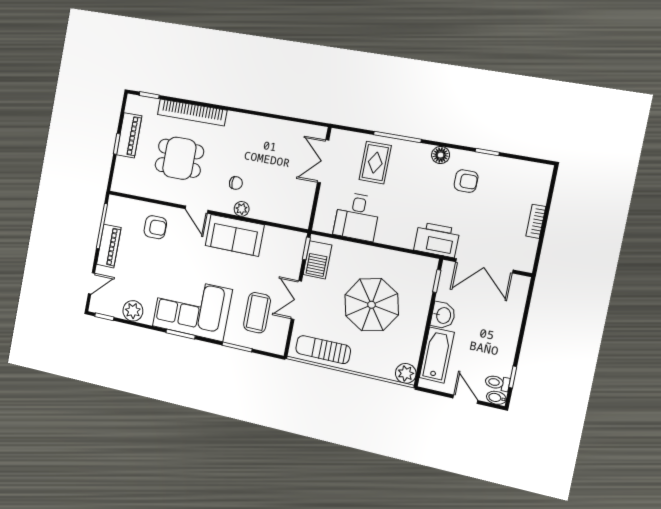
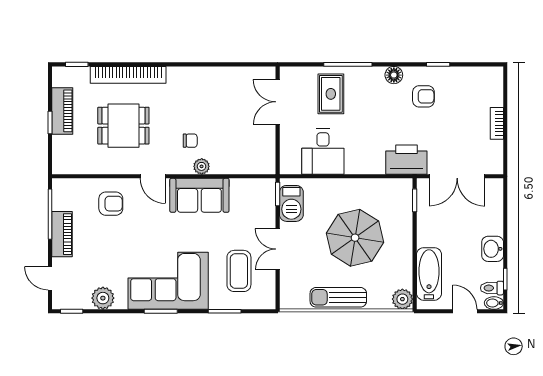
door: (92, 283) -> (50, 278), swing flipped
washbasin: (443, 315) -> (493, 249), moved, turned 180
sun lounger: (323, 350) -> (338, 297), moved

